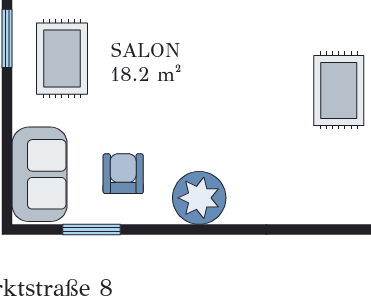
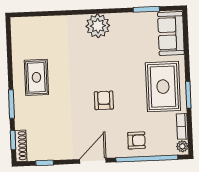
rug: (62, 59) -> (163, 87), width x1.36, depth x1.43
armchair: (123, 174) -> (104, 100), moved, turned 180

